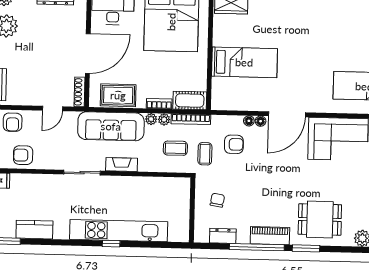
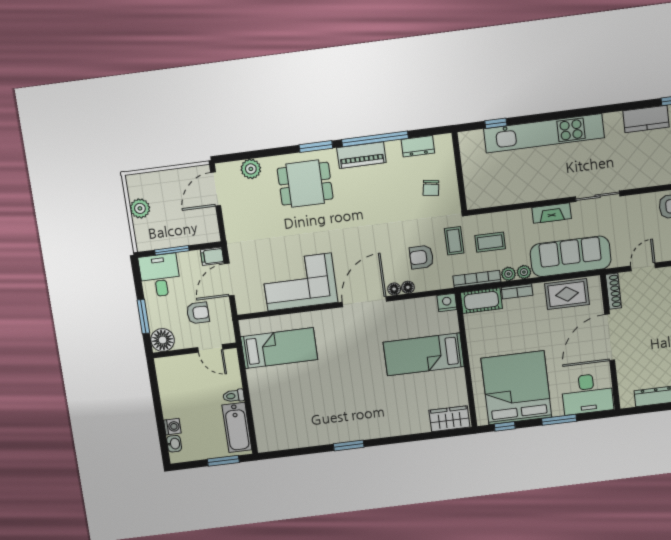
nightstand: (219, 103) -> (447, 303), added
window: (111, 244) -> (496, 123), moved

